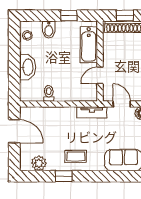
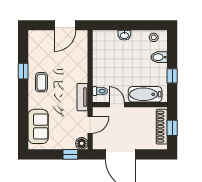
washbasin: (28, 67) -> (124, 35), width x0.52, depth x0.69
toilet: (49, 93) -> (100, 91), moved
plant: (39, 163) -> (35, 48), removed

